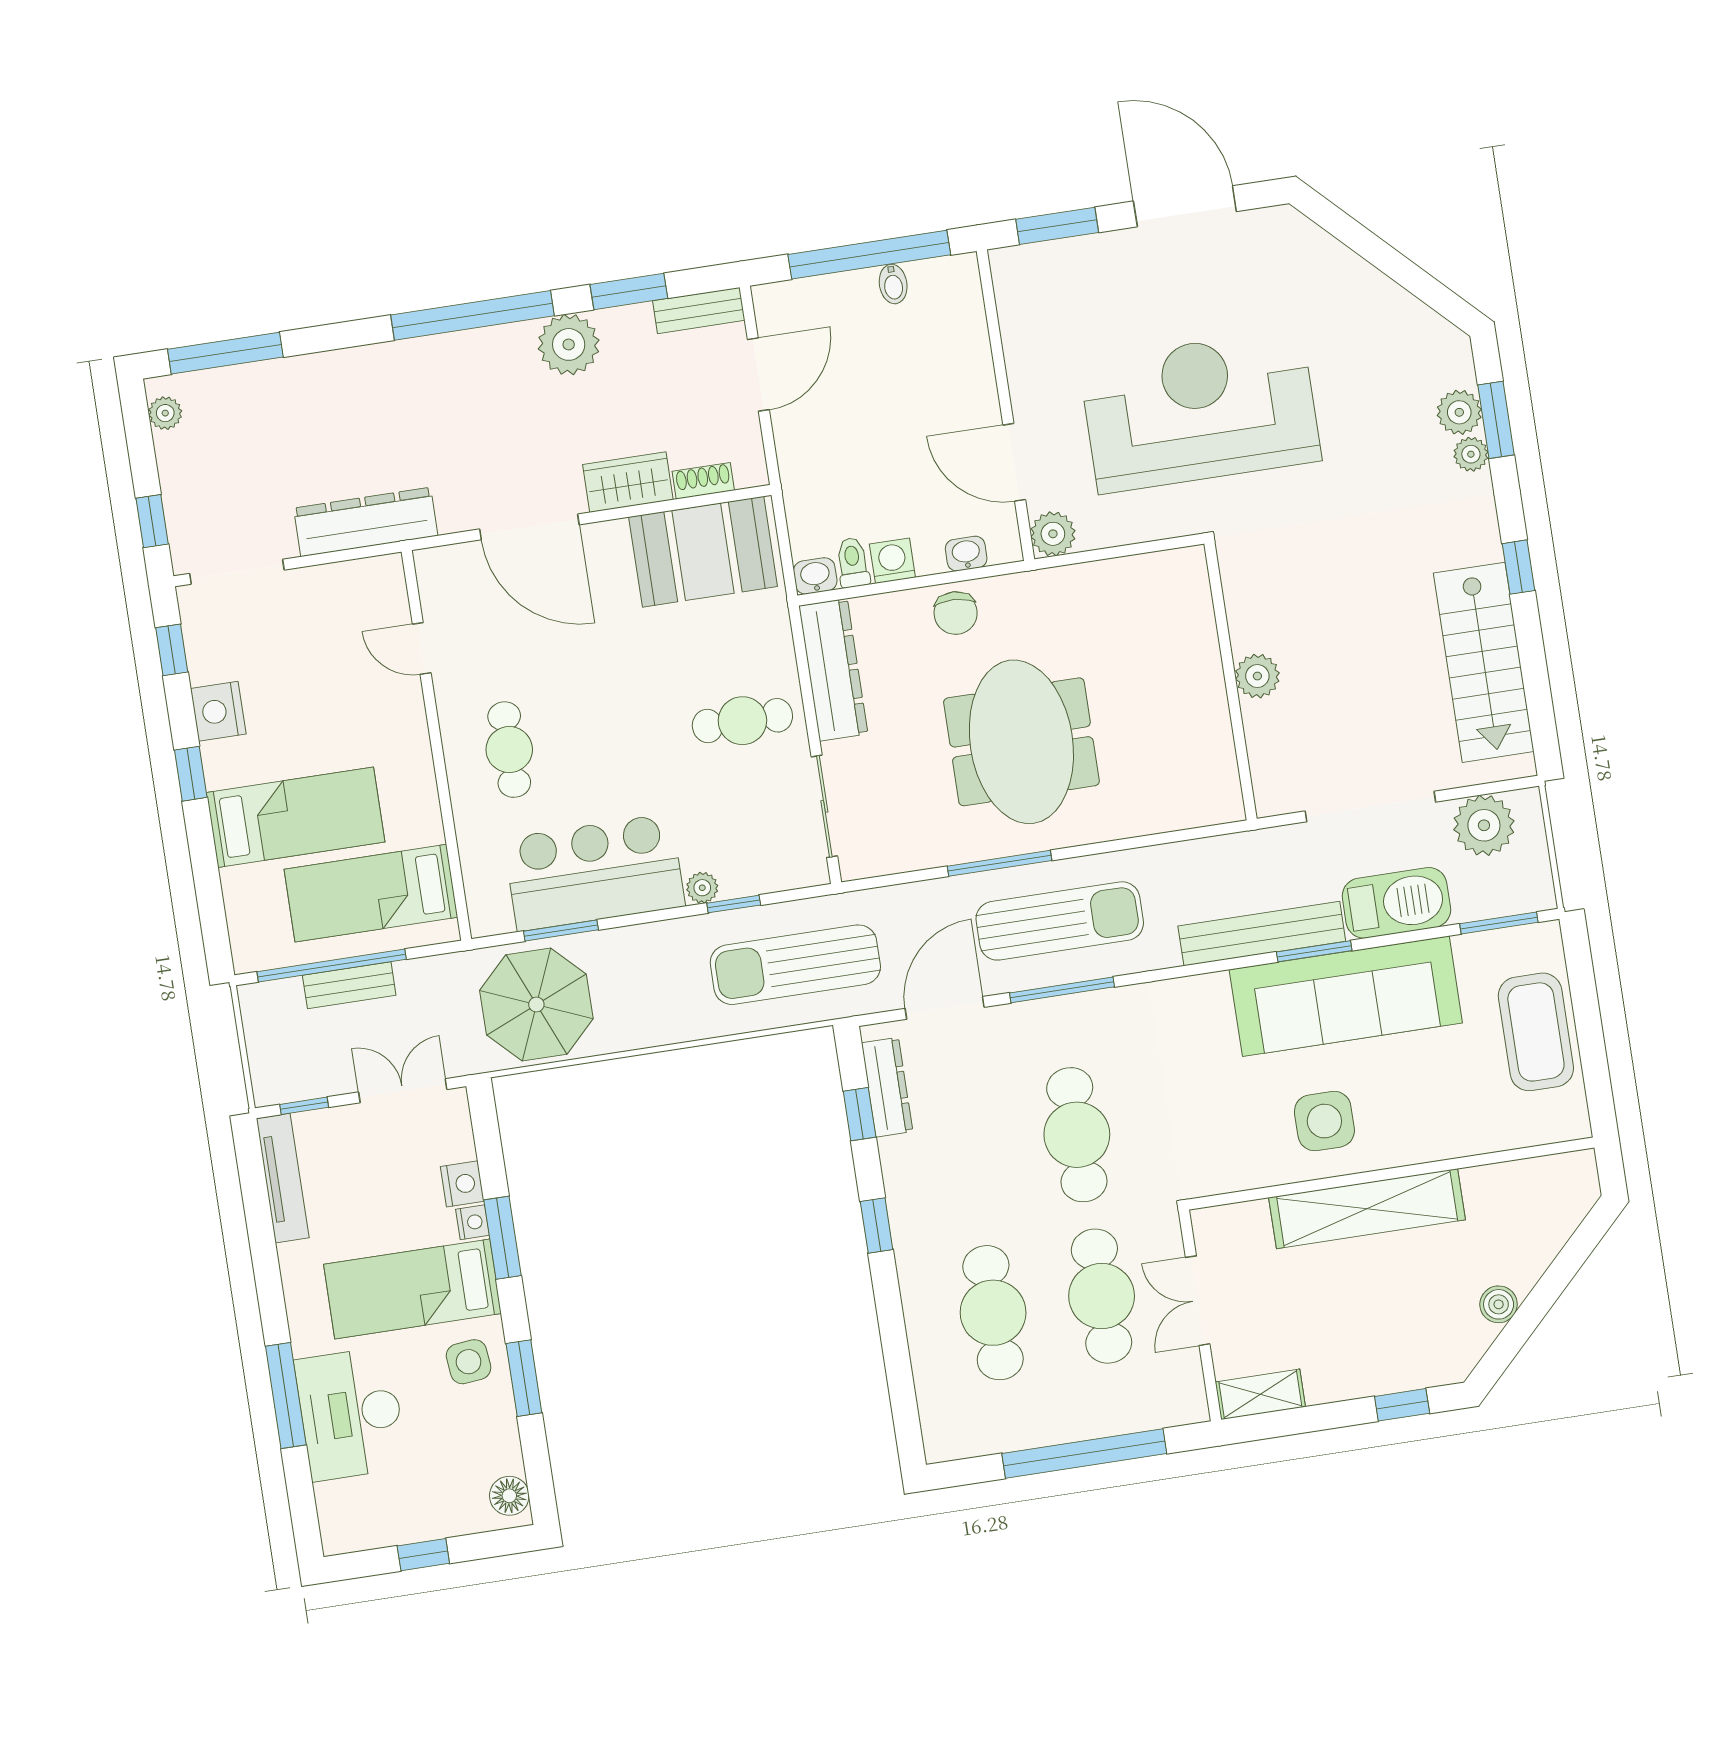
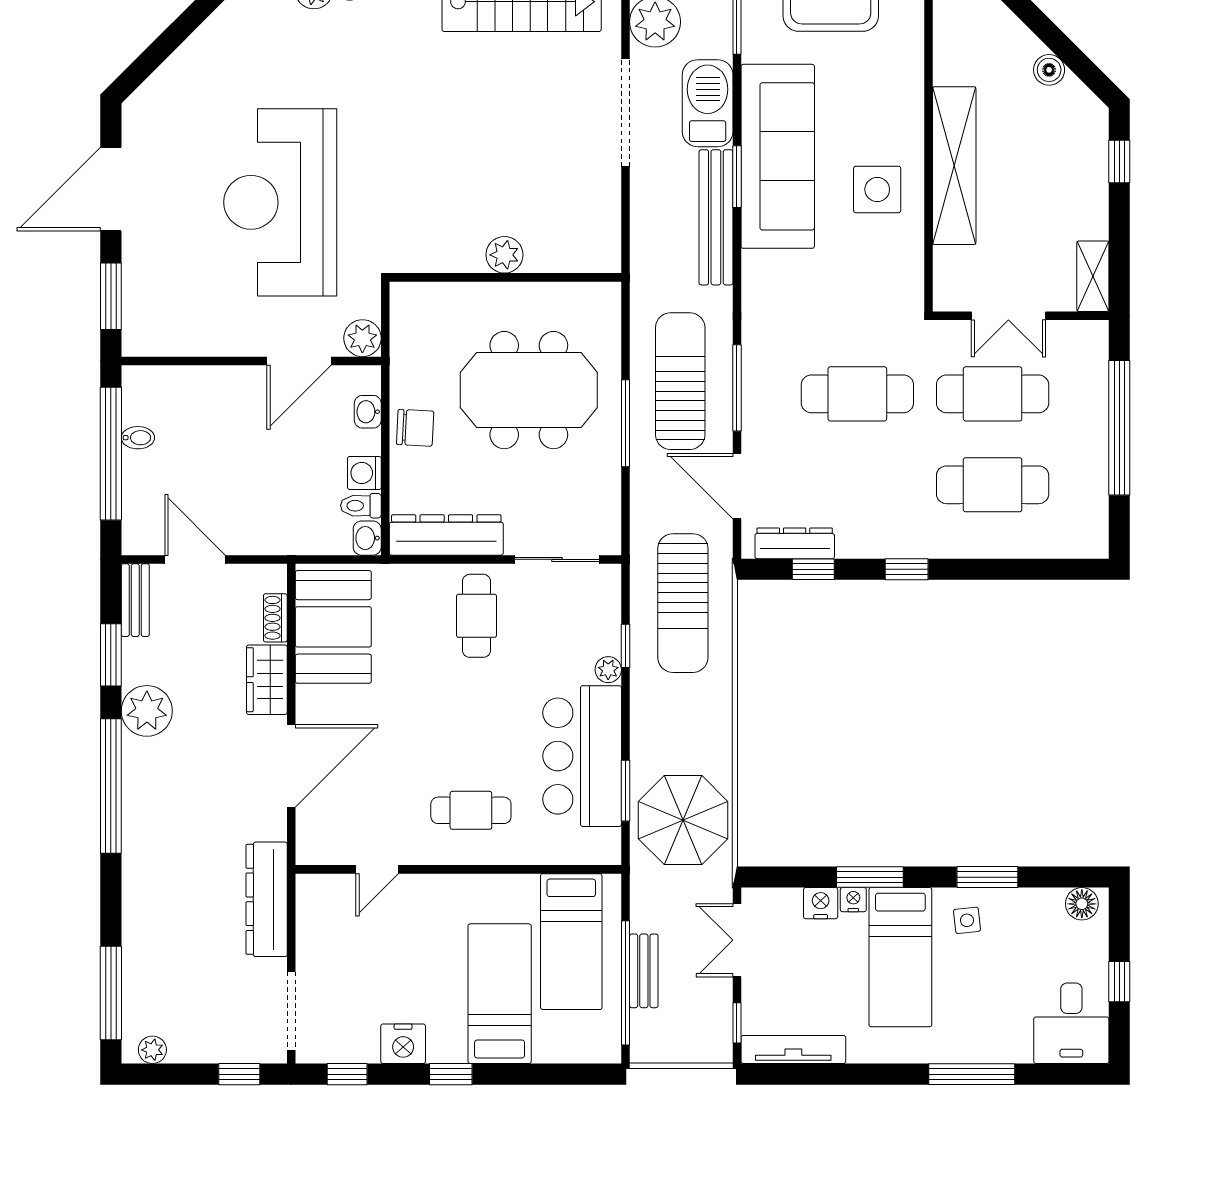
plant: (1257, 676) -> (504, 255), moved
wall: (1231, 681) -> (505, 277), moved
side table: (469, 1362) -> (967, 920), width x0.73, depth x0.73
desk: (351, 1414) -> (1071, 1023), moved, width x0.73

